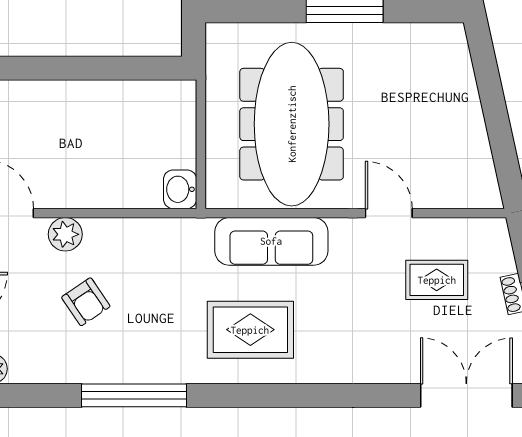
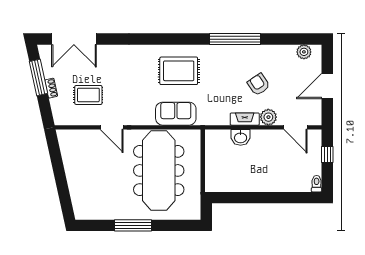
washbasin: (180, 189) -> (241, 137), moved, turned 90
fireplace: (114, 230) -> (245, 119), added
sofa: (271, 241) -> (176, 114), width x0.73

